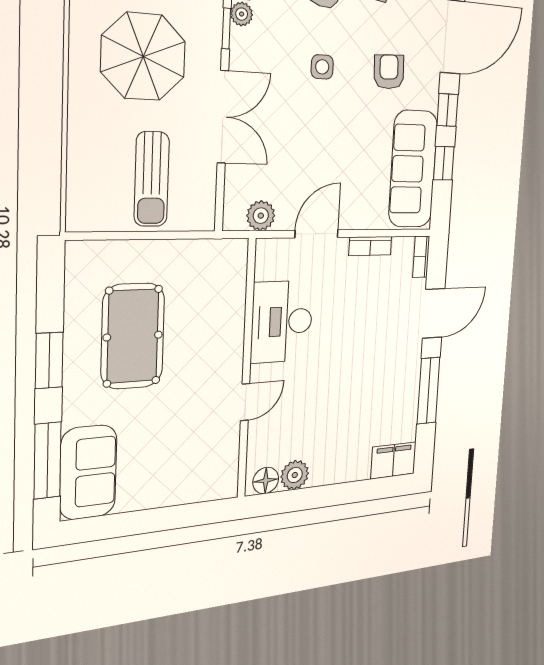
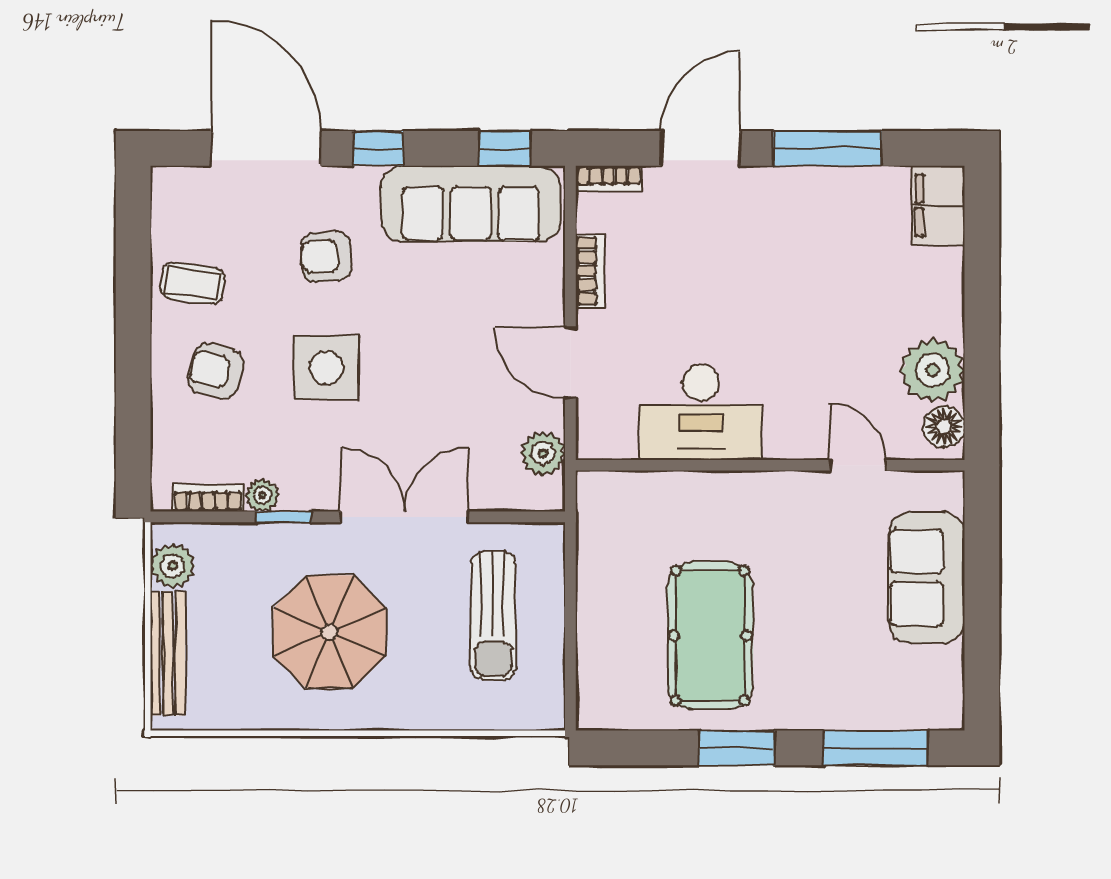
side table: (322, 67) -> (326, 368), width x1.87, depth x1.87
window: (444, 163) -> (505, 148), moved
sun lounger: (152, 179) -> (493, 616), turned 90
door: (434, 313) -> (700, 148), hinge flipped
pool table: (133, 336) -> (710, 636), turned 90
door: (245, 402) -> (858, 465), moved
sofa: (88, 472) -> (927, 578), moved, turned -90
plant: (295, 475) -> (933, 370), width x1.36, depth x1.36

